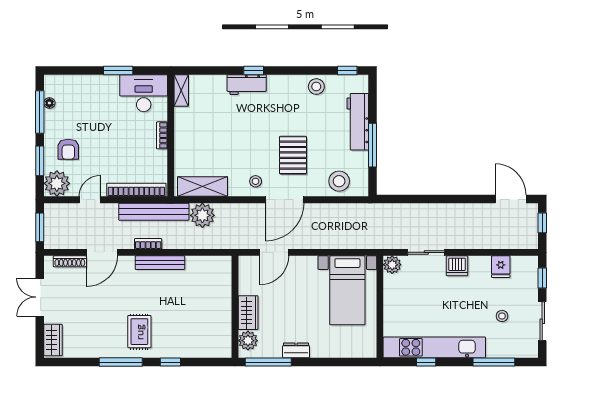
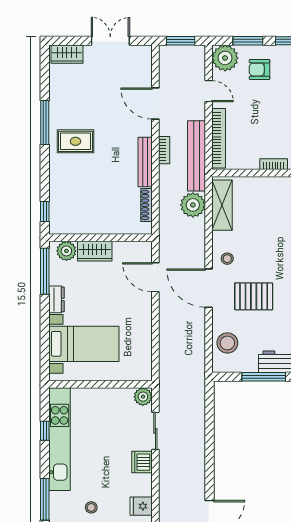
shoe rack: (70, 261) -> (146, 205), moved
bed with nightstands: (347, 290) -> (84, 344), moved, turned 180
window: (170, 362) -> (45, 211), moved

